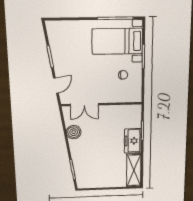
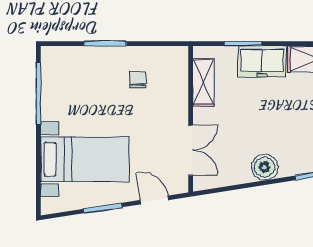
bed with nightstands: (117, 41) -> (85, 159), moved, turned -90
shelving: (122, 111) -> (204, 82), added
boiler: (74, 132) -> (264, 167), moved

